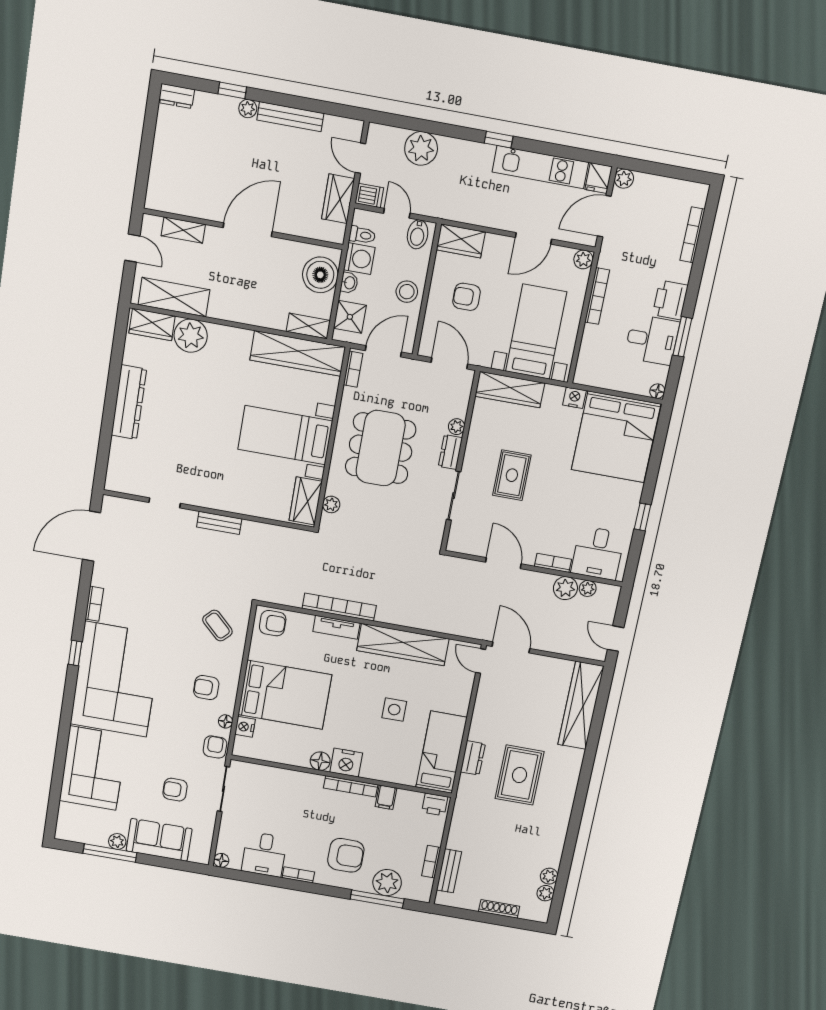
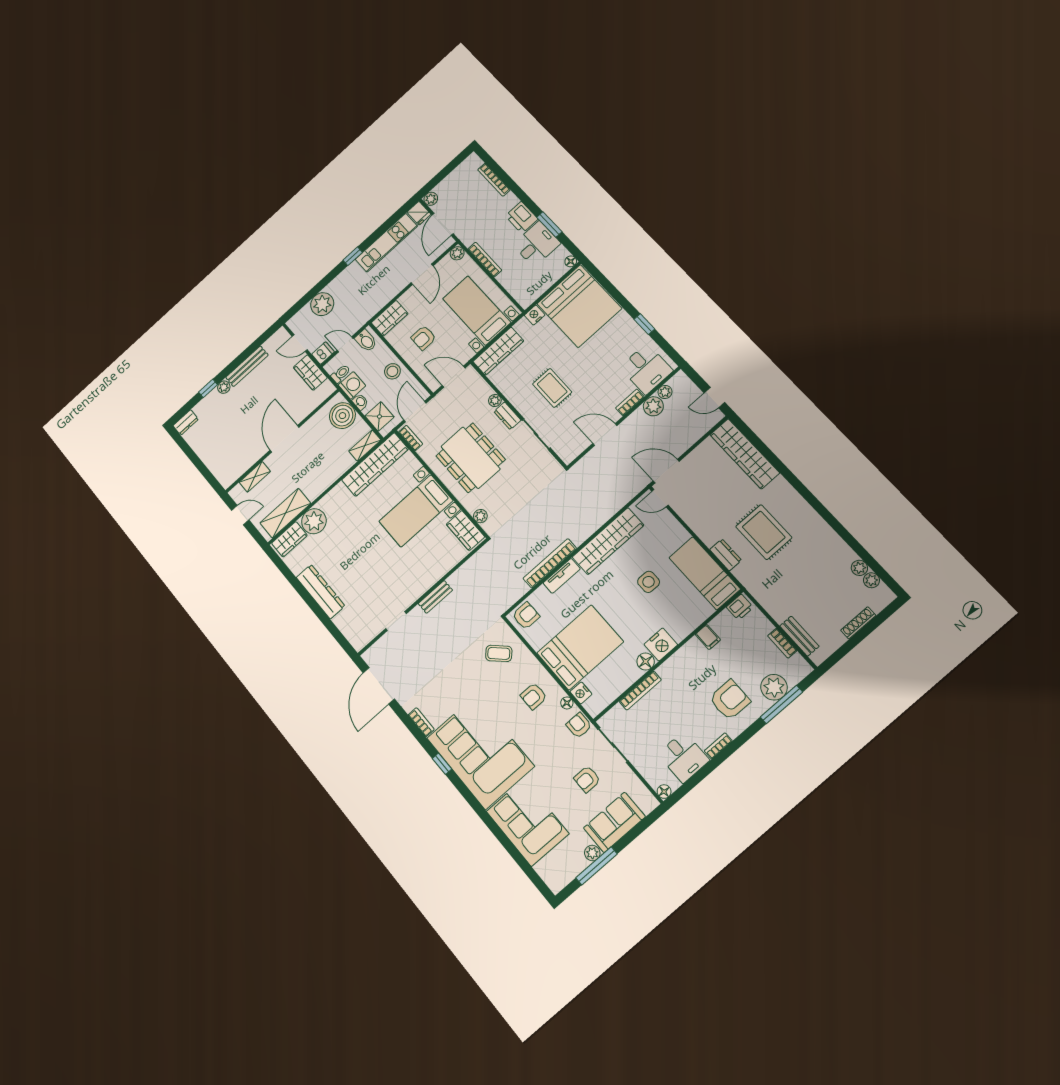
bookcase: (351, 786) -> (640, 691), moved

